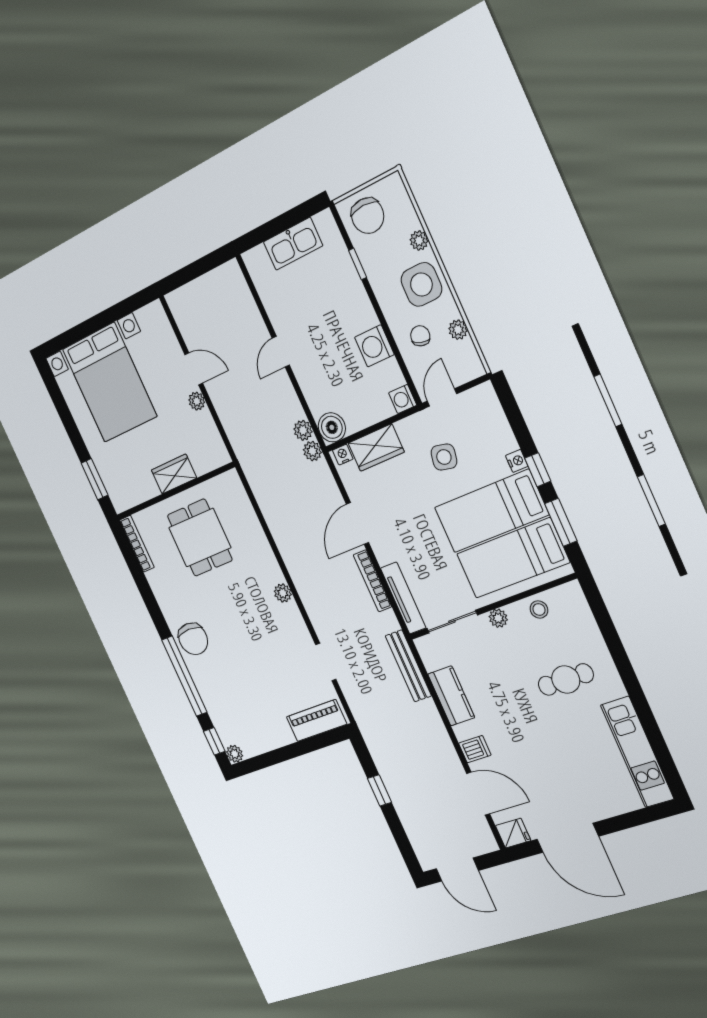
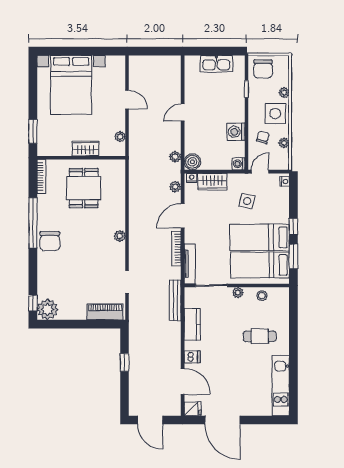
plant: (197, 401) -> (120, 137), moved
plant: (312, 451) -> (175, 187), moved
nightstand: (517, 461) -> (285, 181), moved
window: (184, 676) -> (33, 223), moved
plant: (235, 754) -> (48, 309), width x1.87, depth x1.87

